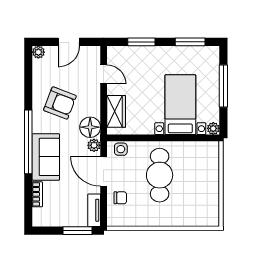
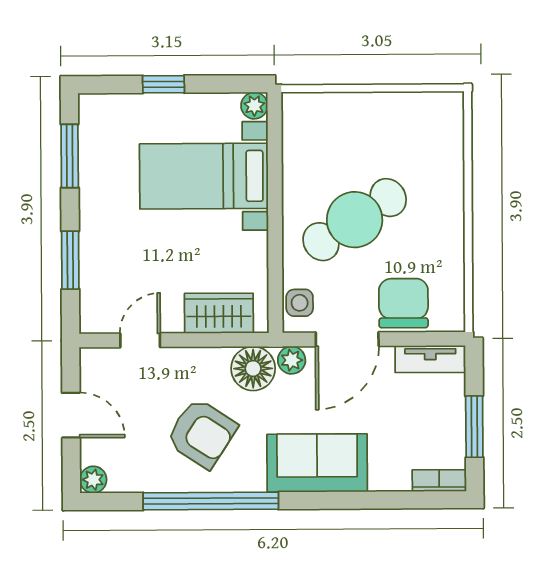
window: (223, 86) -> (163, 84), width x0.46
armchair: (60, 103) -> (202, 433), turned 102
window: (28, 142) -> (211, 501), moved
cafe table: (160, 175) -> (355, 220), turned -33
bookcase: (37, 194) -> (439, 480), moved
chair: (120, 198) -> (403, 303), width x1.87, depth x1.87
window: (78, 231) -> (474, 427), moved

